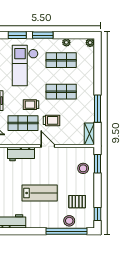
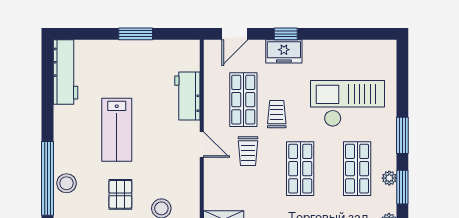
window: (17, 35) -> (402, 187), moved
door: (48, 146) -> (202, 145), hinge flipped
pallet: (77, 202) -> (120, 194), moved

